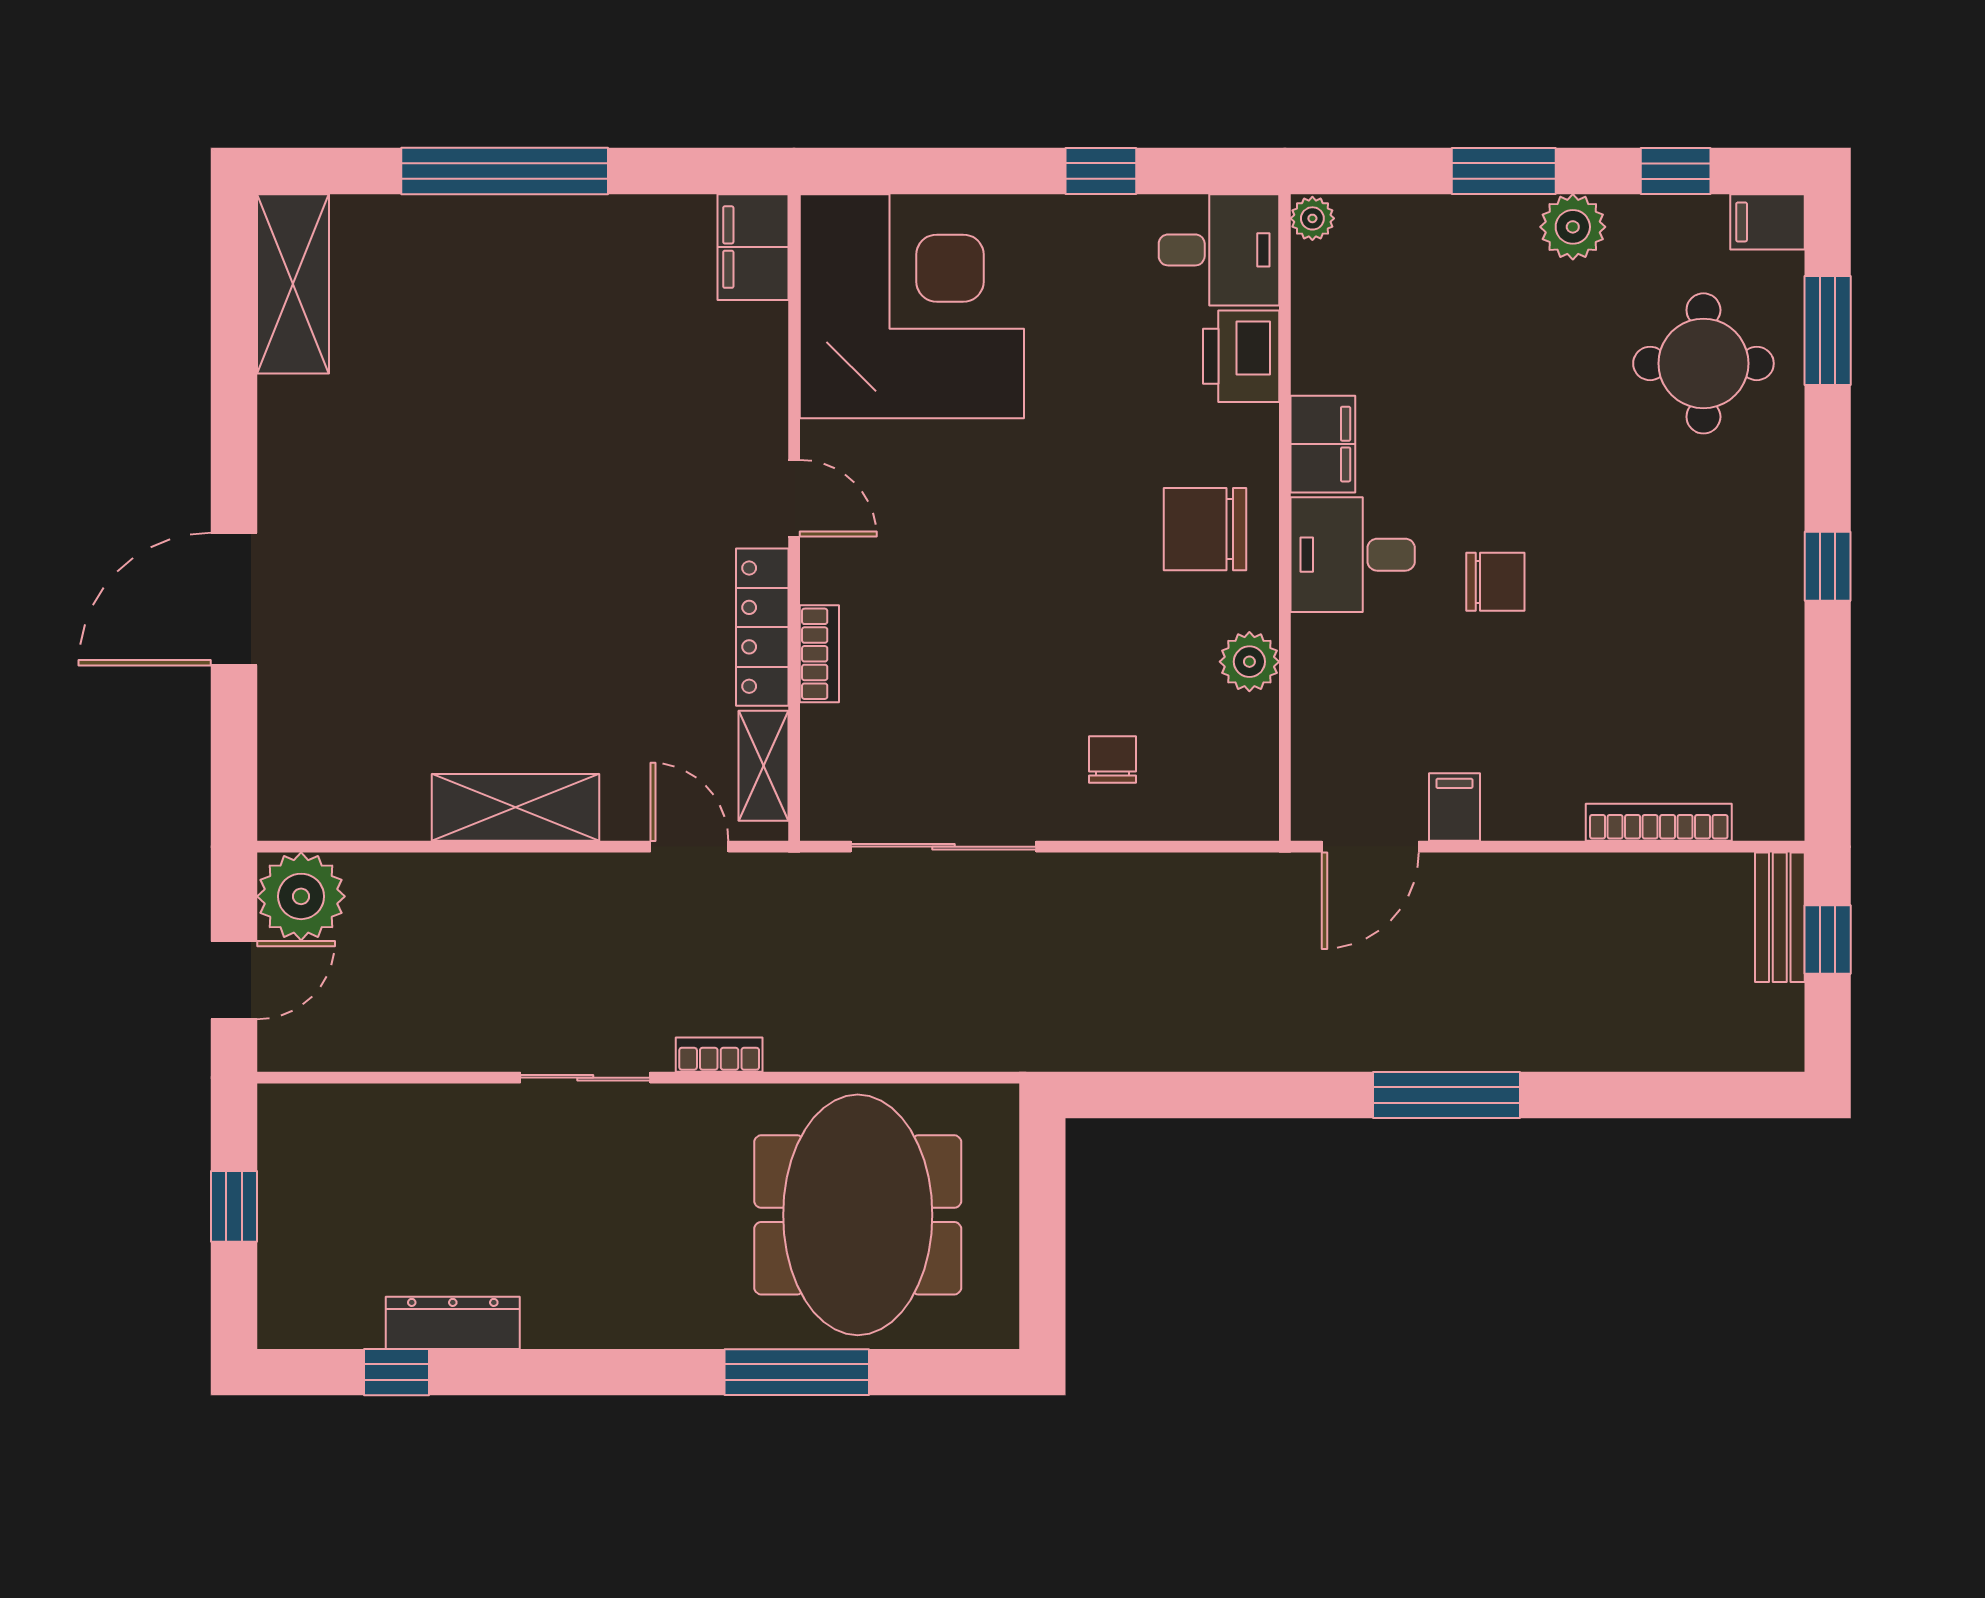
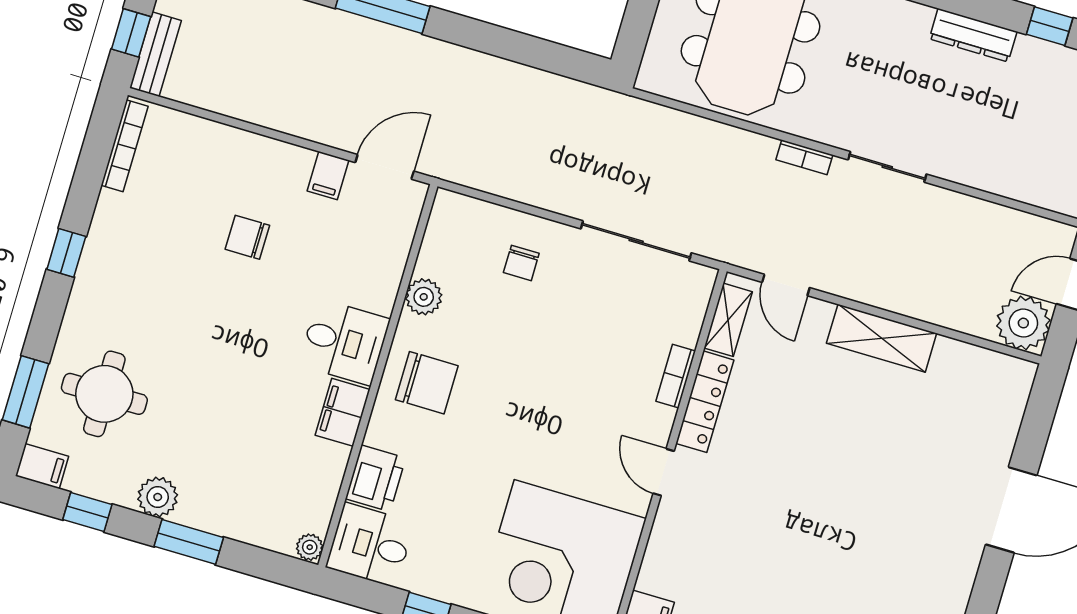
chair: (1495, 582) -> (247, 237), moved
bookcase: (1659, 822) -> (125, 146), moved, turned -90
dresser: (453, 1323) -> (973, 35), moved

